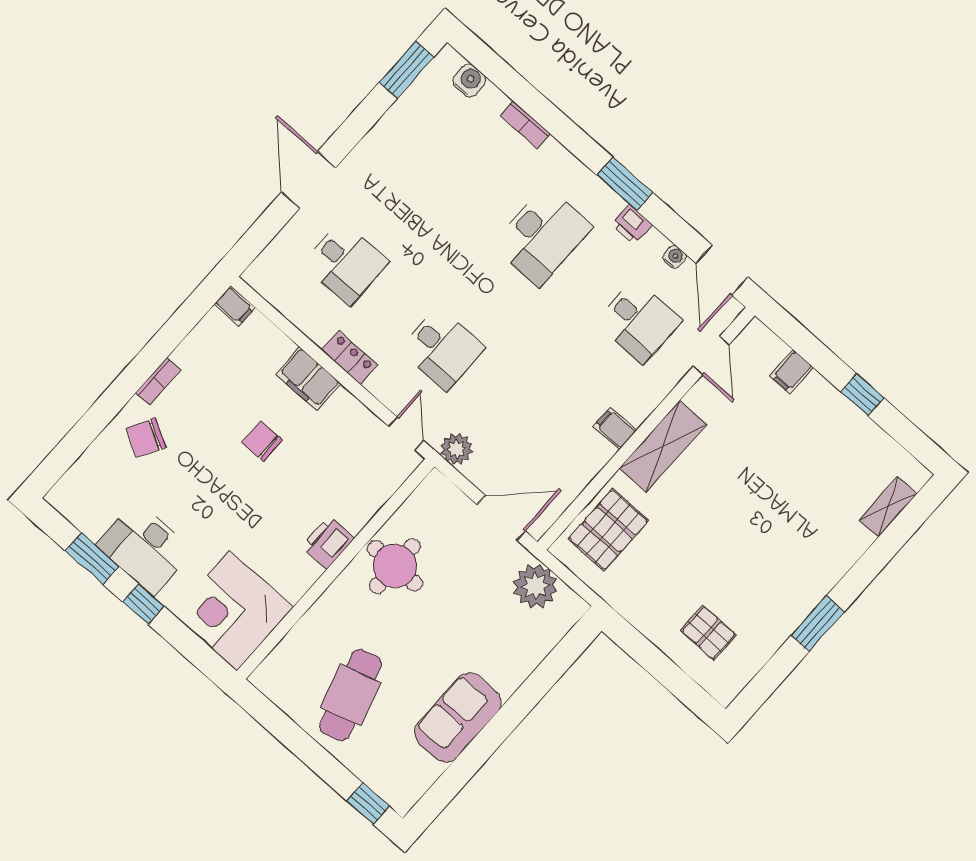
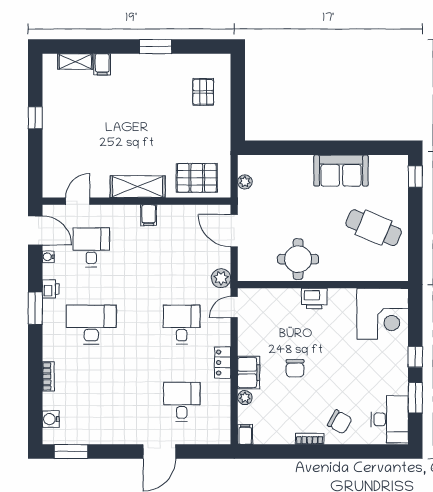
door: (722, 270) -> (35, 230), hinge flipped
plant: (281, 346) -> (245, 398), added
filing cabinet: (792, 372) -> (102, 64), moved, turned 90
desk: (145, 548) -> (390, 419), moved
plant: (535, 586) -> (245, 182), width x0.53, depth x0.53
cafe table: (351, 695) -> (374, 228), turned 40

